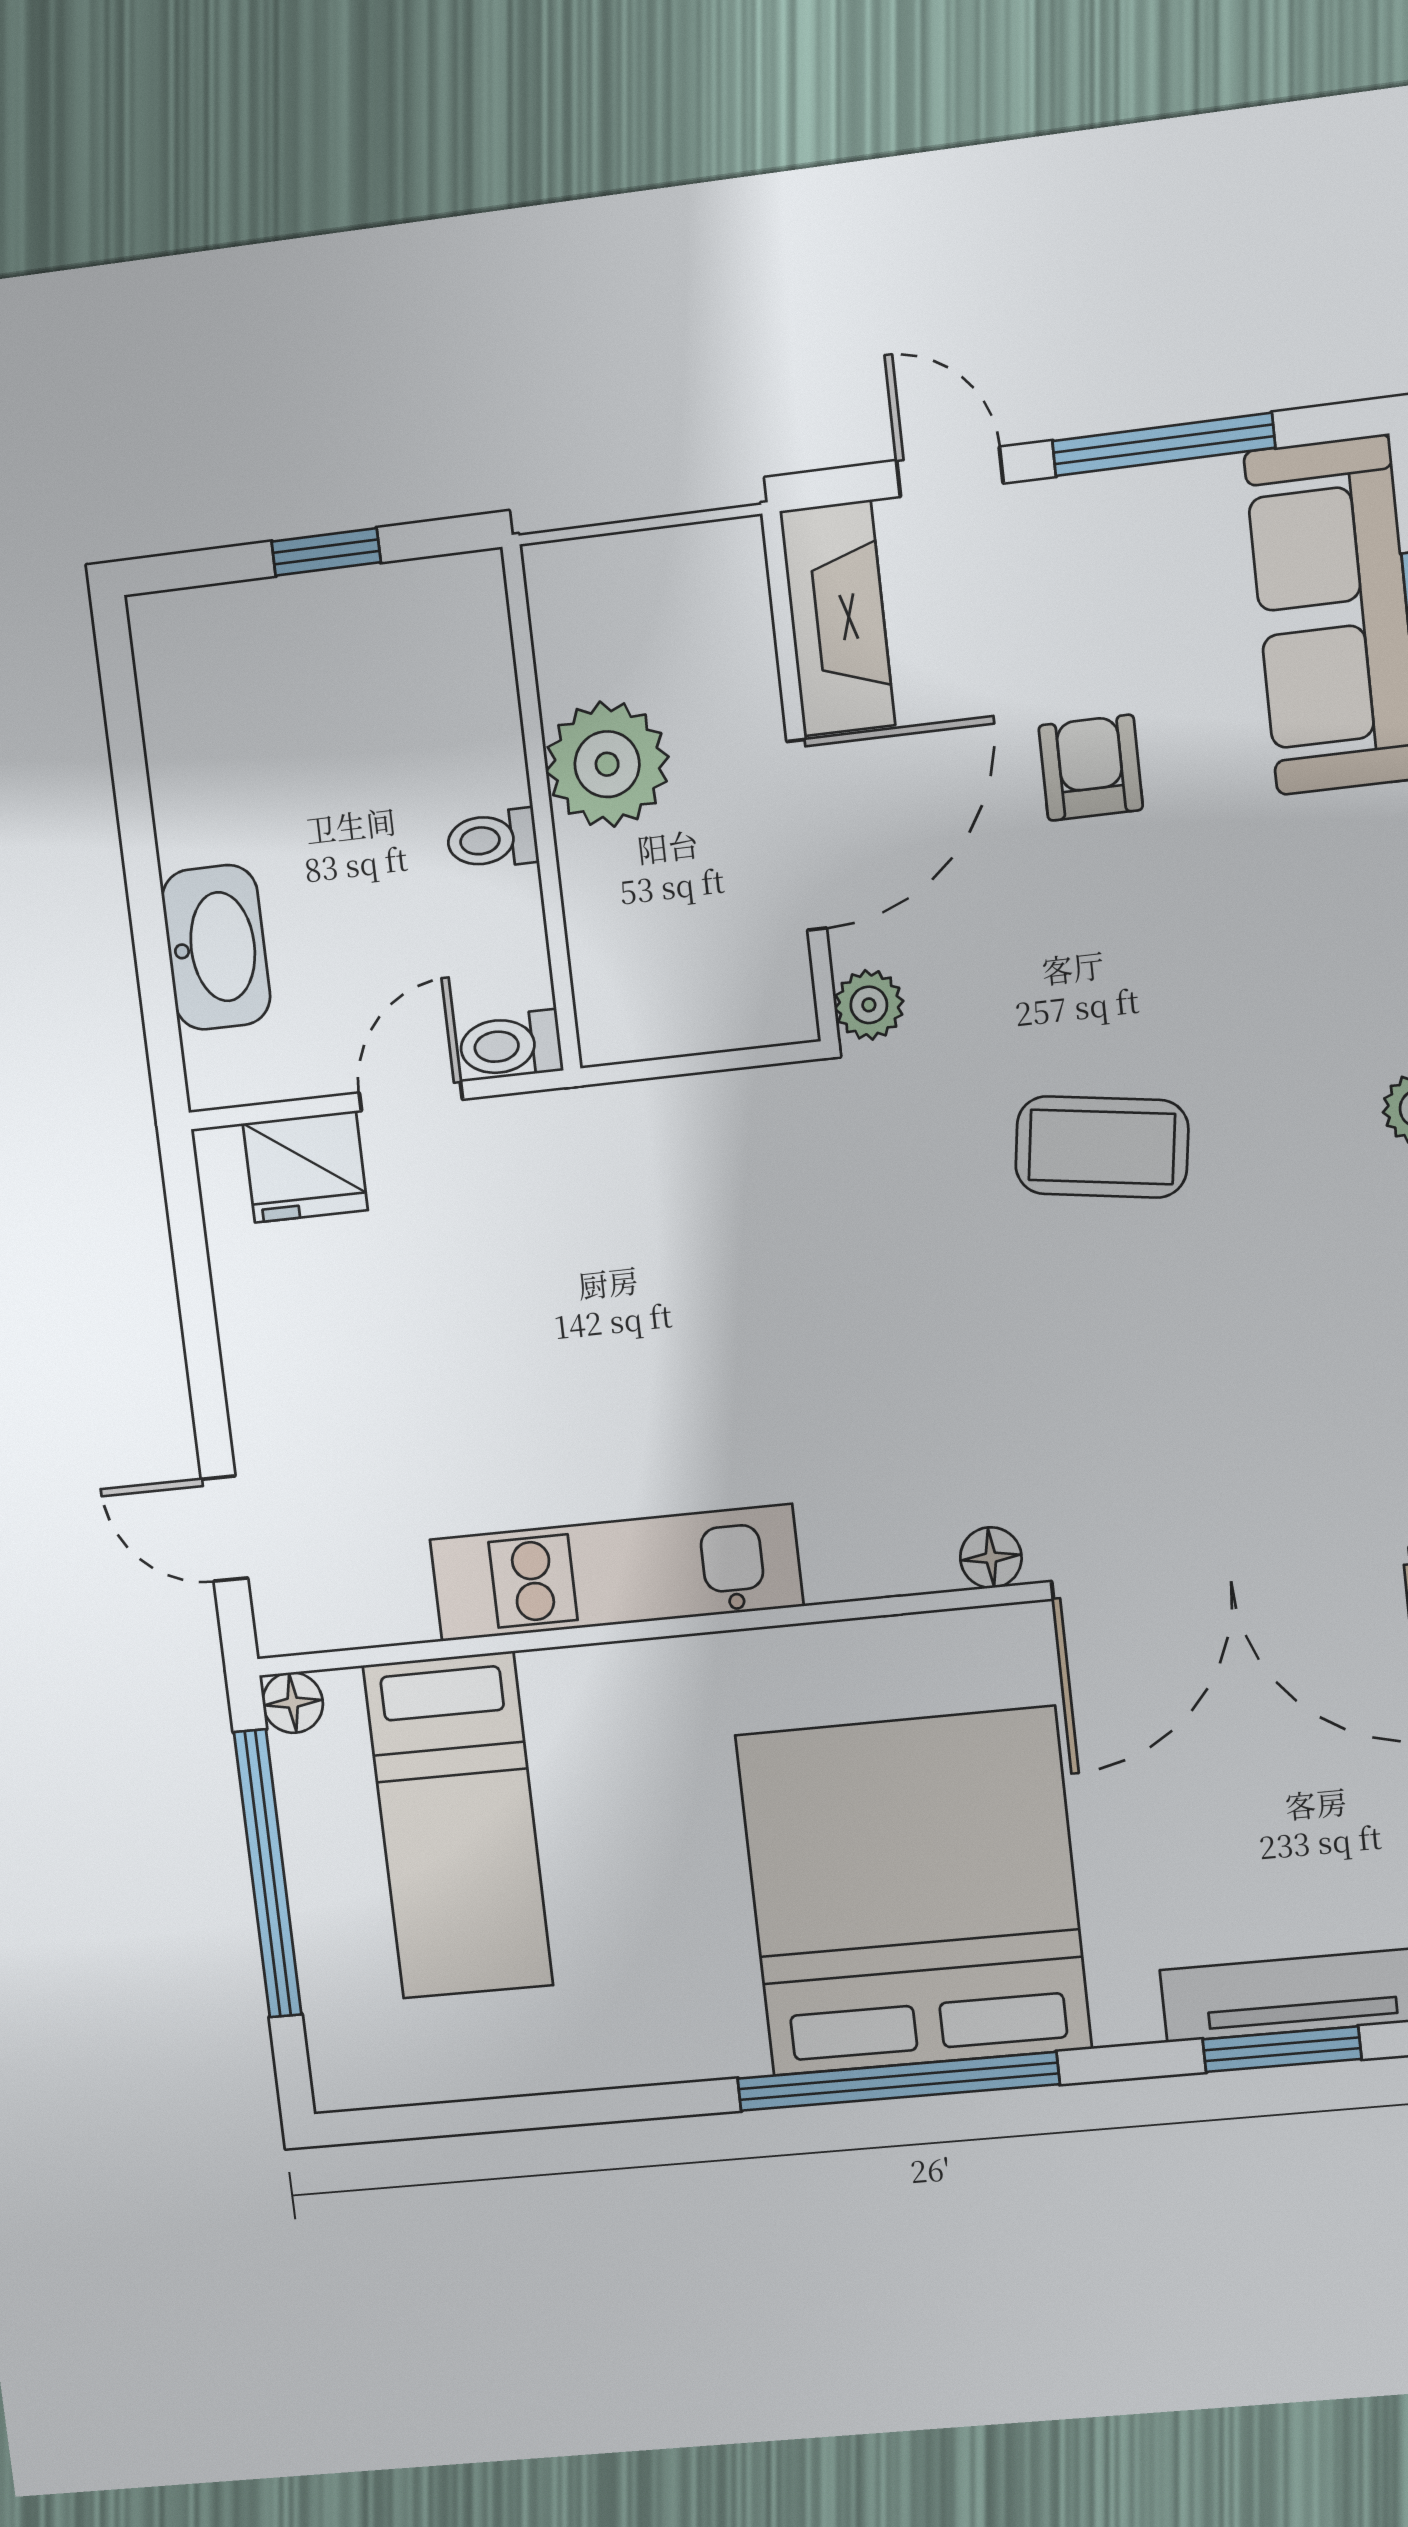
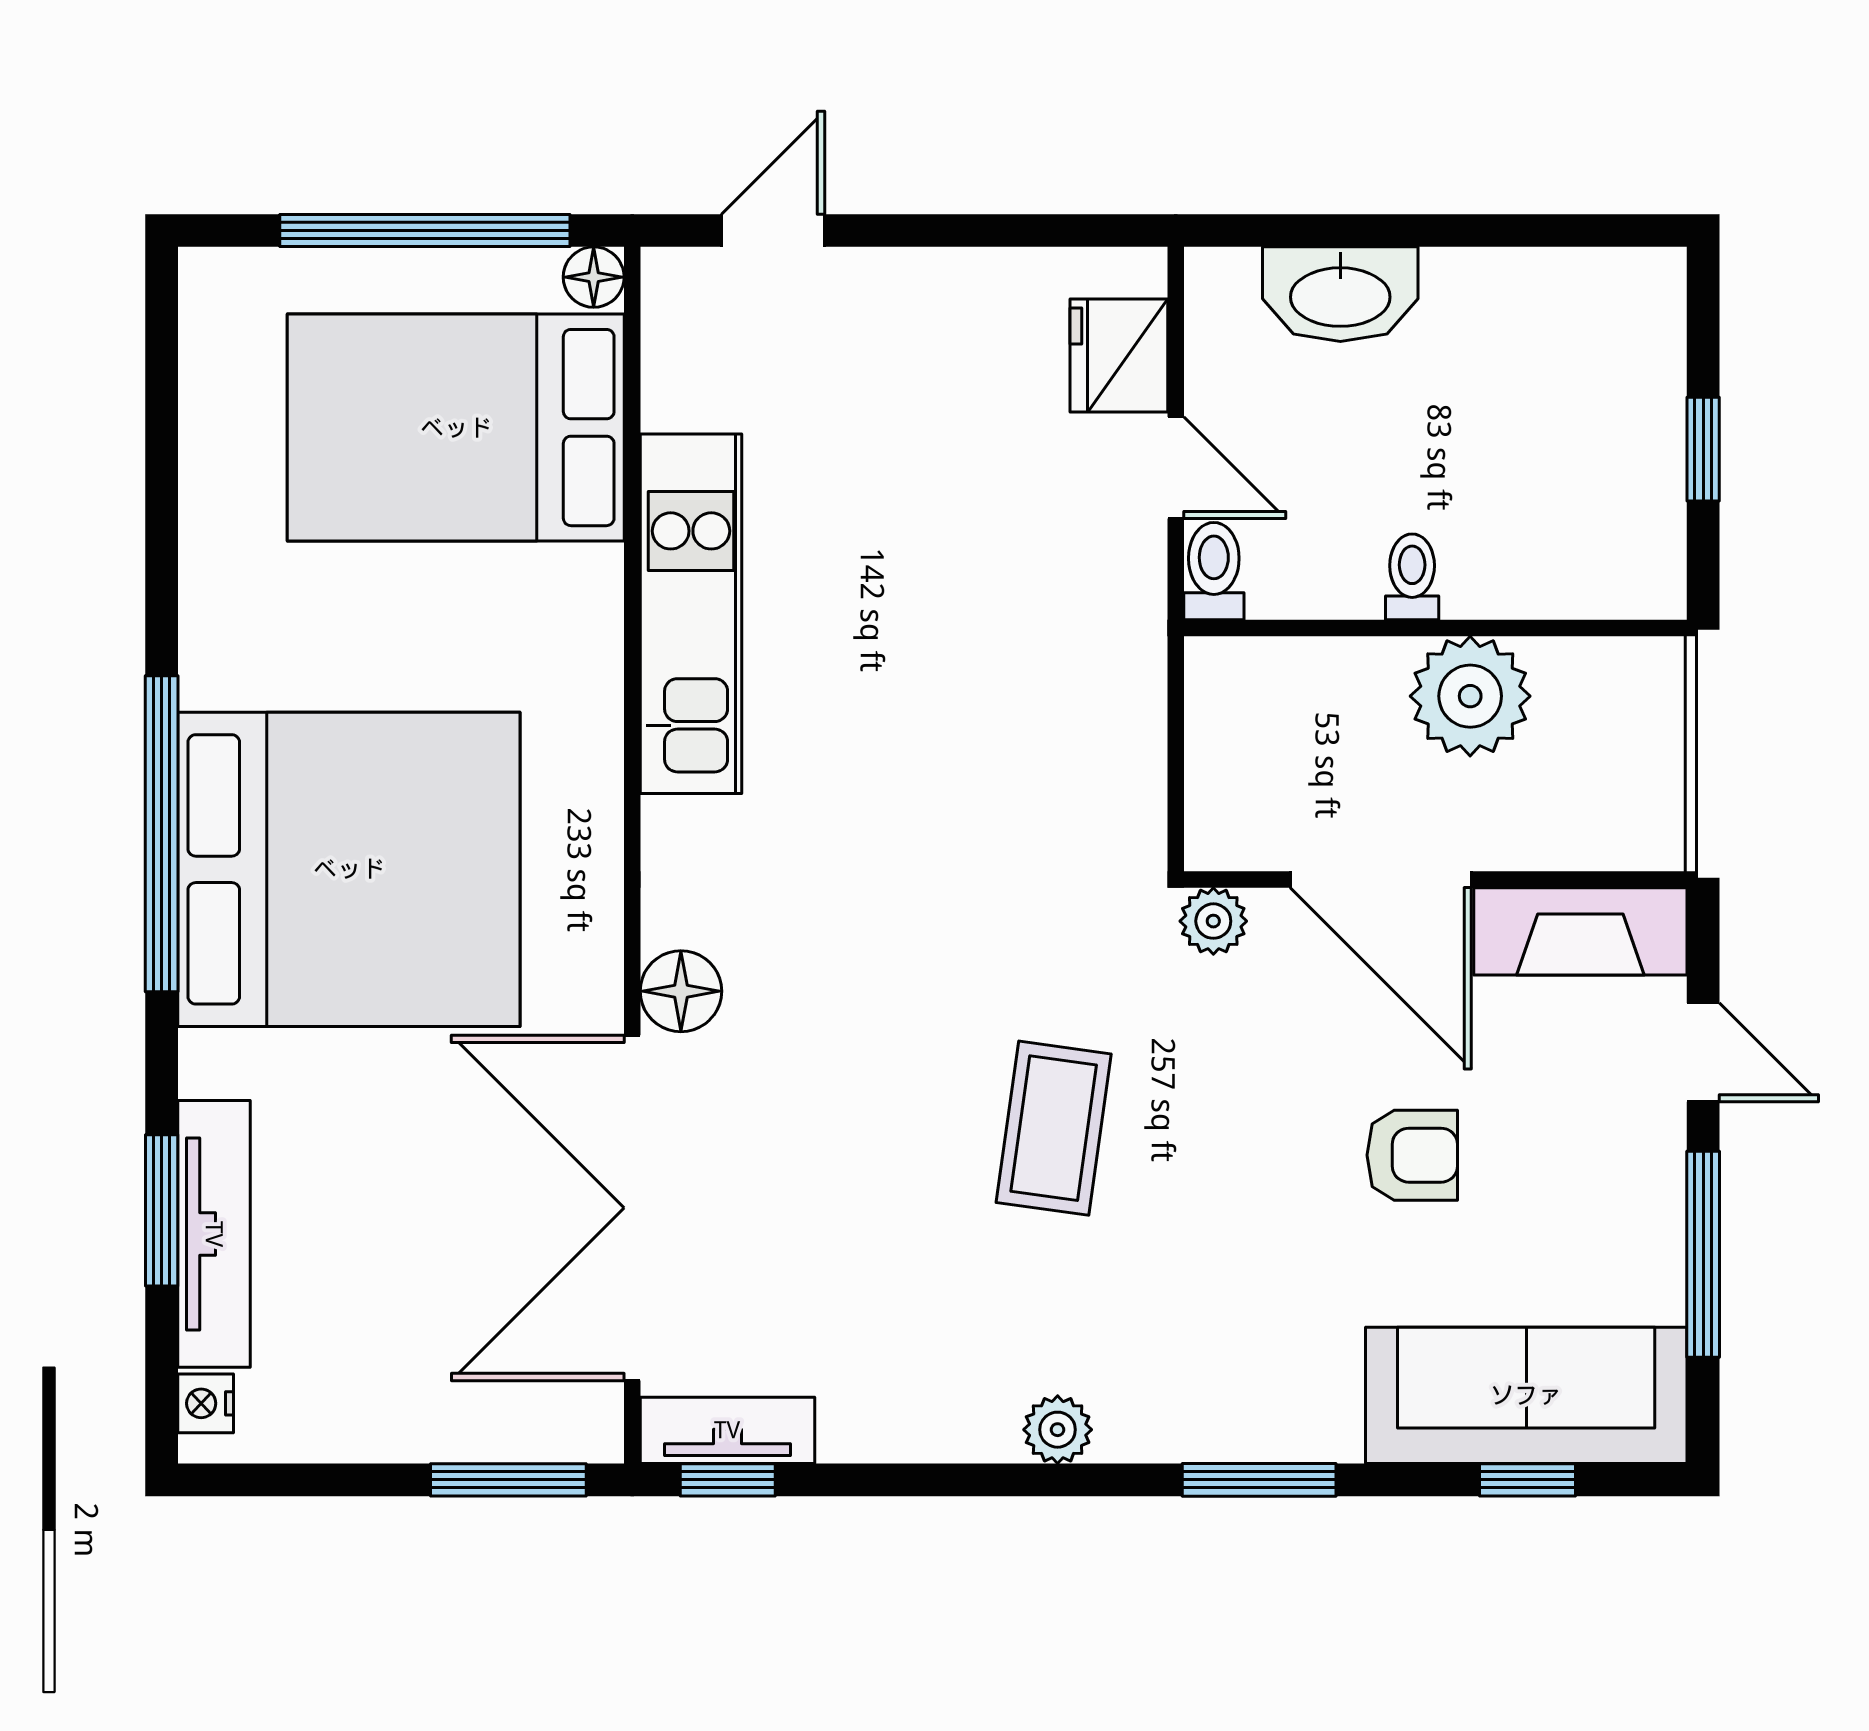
door: (950, 472) -> (1703, 1052), hinge flipped
floor lamp: (991, 1558) -> (681, 991), width x1.37, depth x1.37
bed: (458, 1826) -> (456, 428), width x1.50

